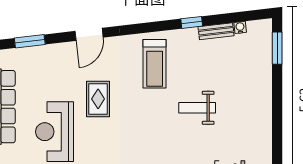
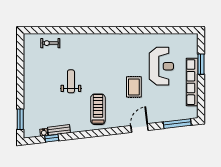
window: (192, 22) -> (52, 138), moved
window: (30, 41) -> (177, 124), width x1.44
weight bench: (197, 108) -> (71, 81), turned -90

